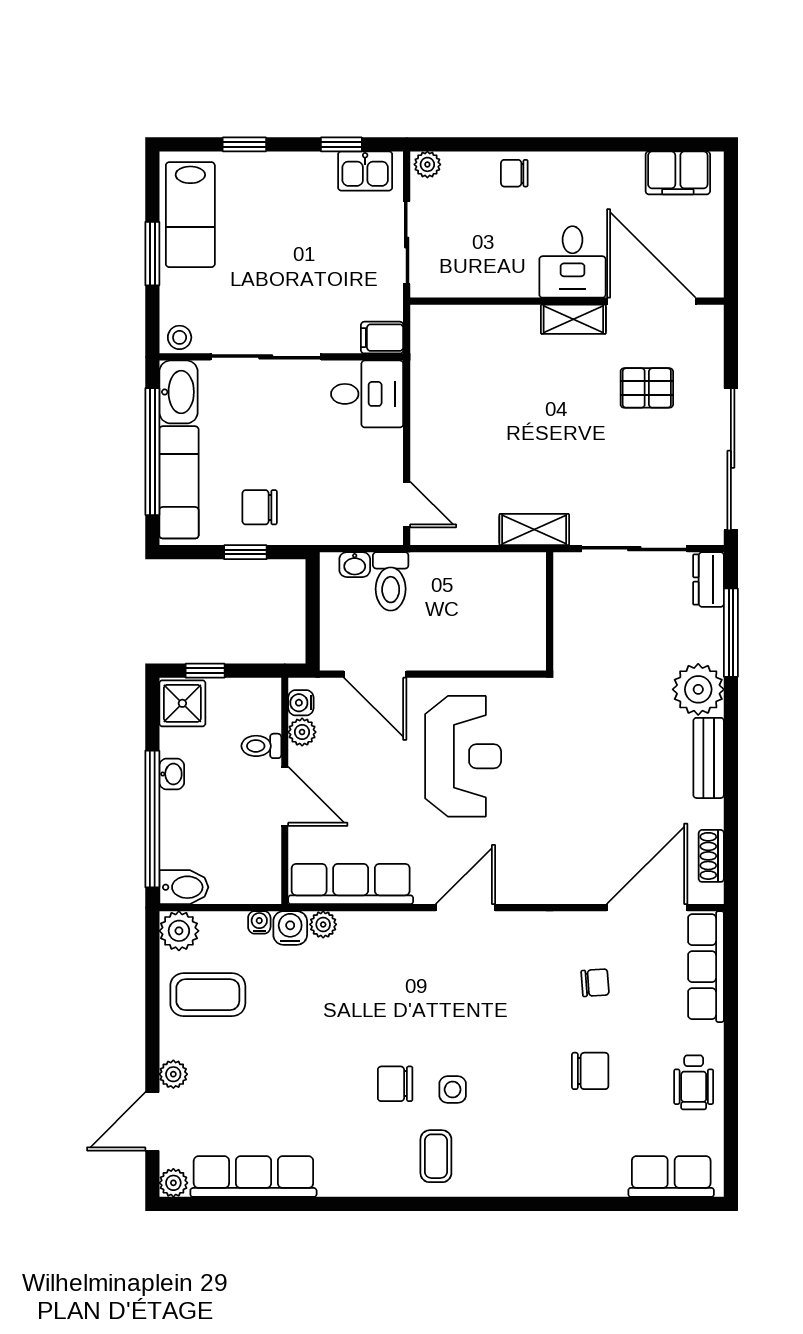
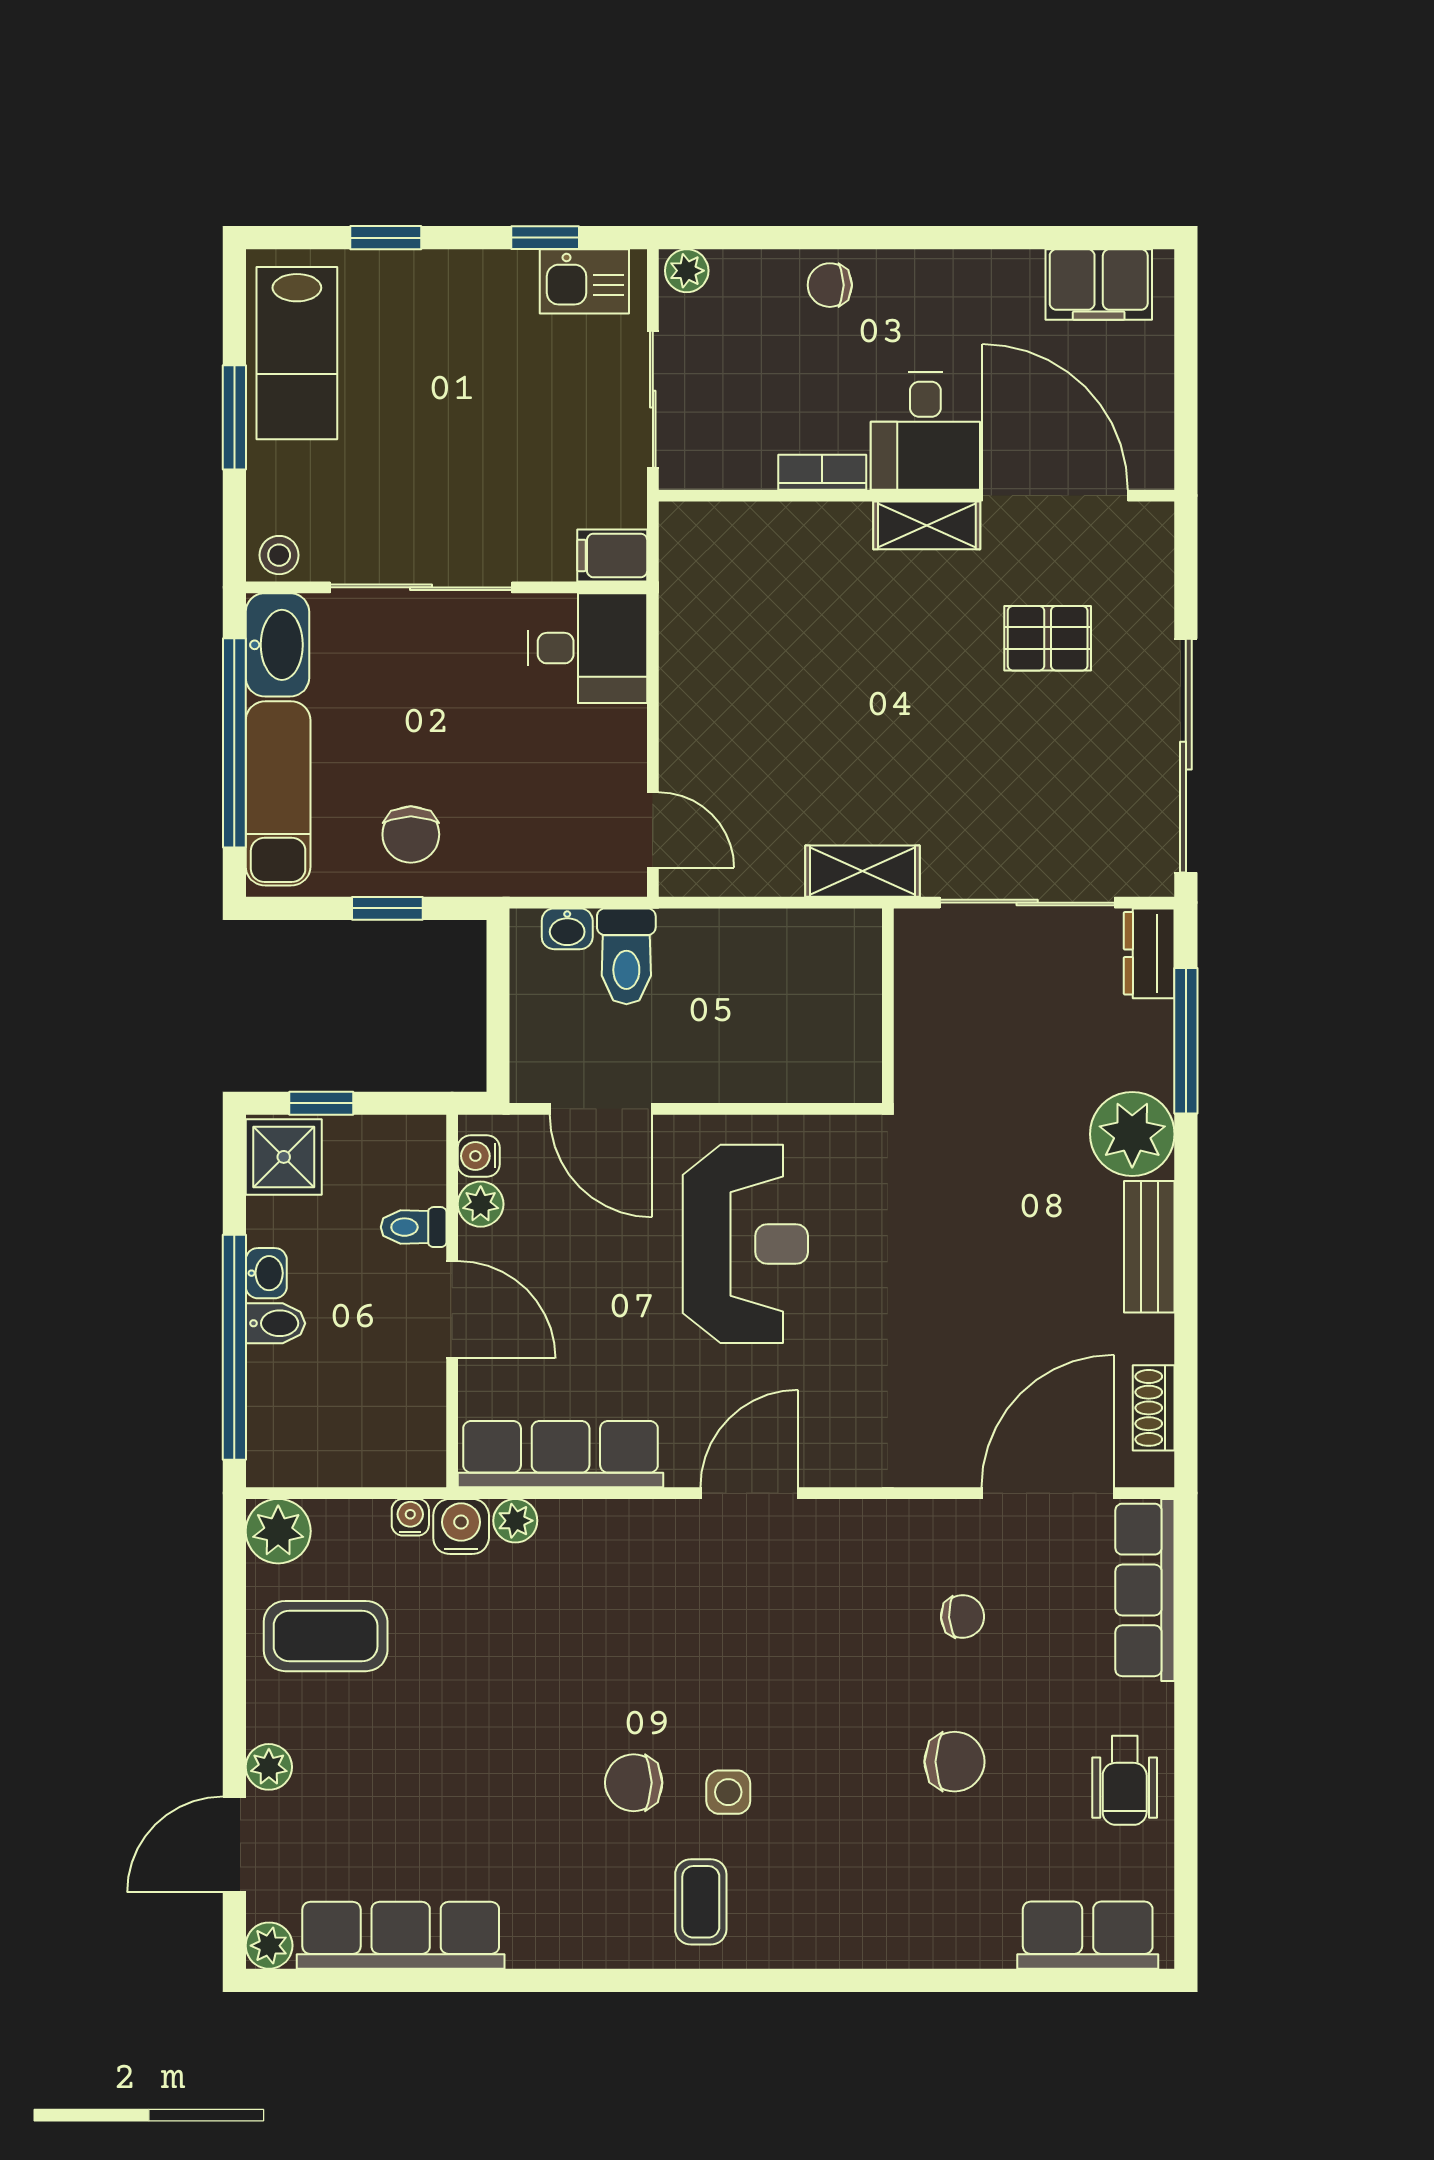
bookcase: (510, 287) -> (822, 472), added
chair: (260, 507) -> (411, 834), turned -90
bidet: (184, 887) -> (276, 1323), moved, width x0.72, depth x0.74

